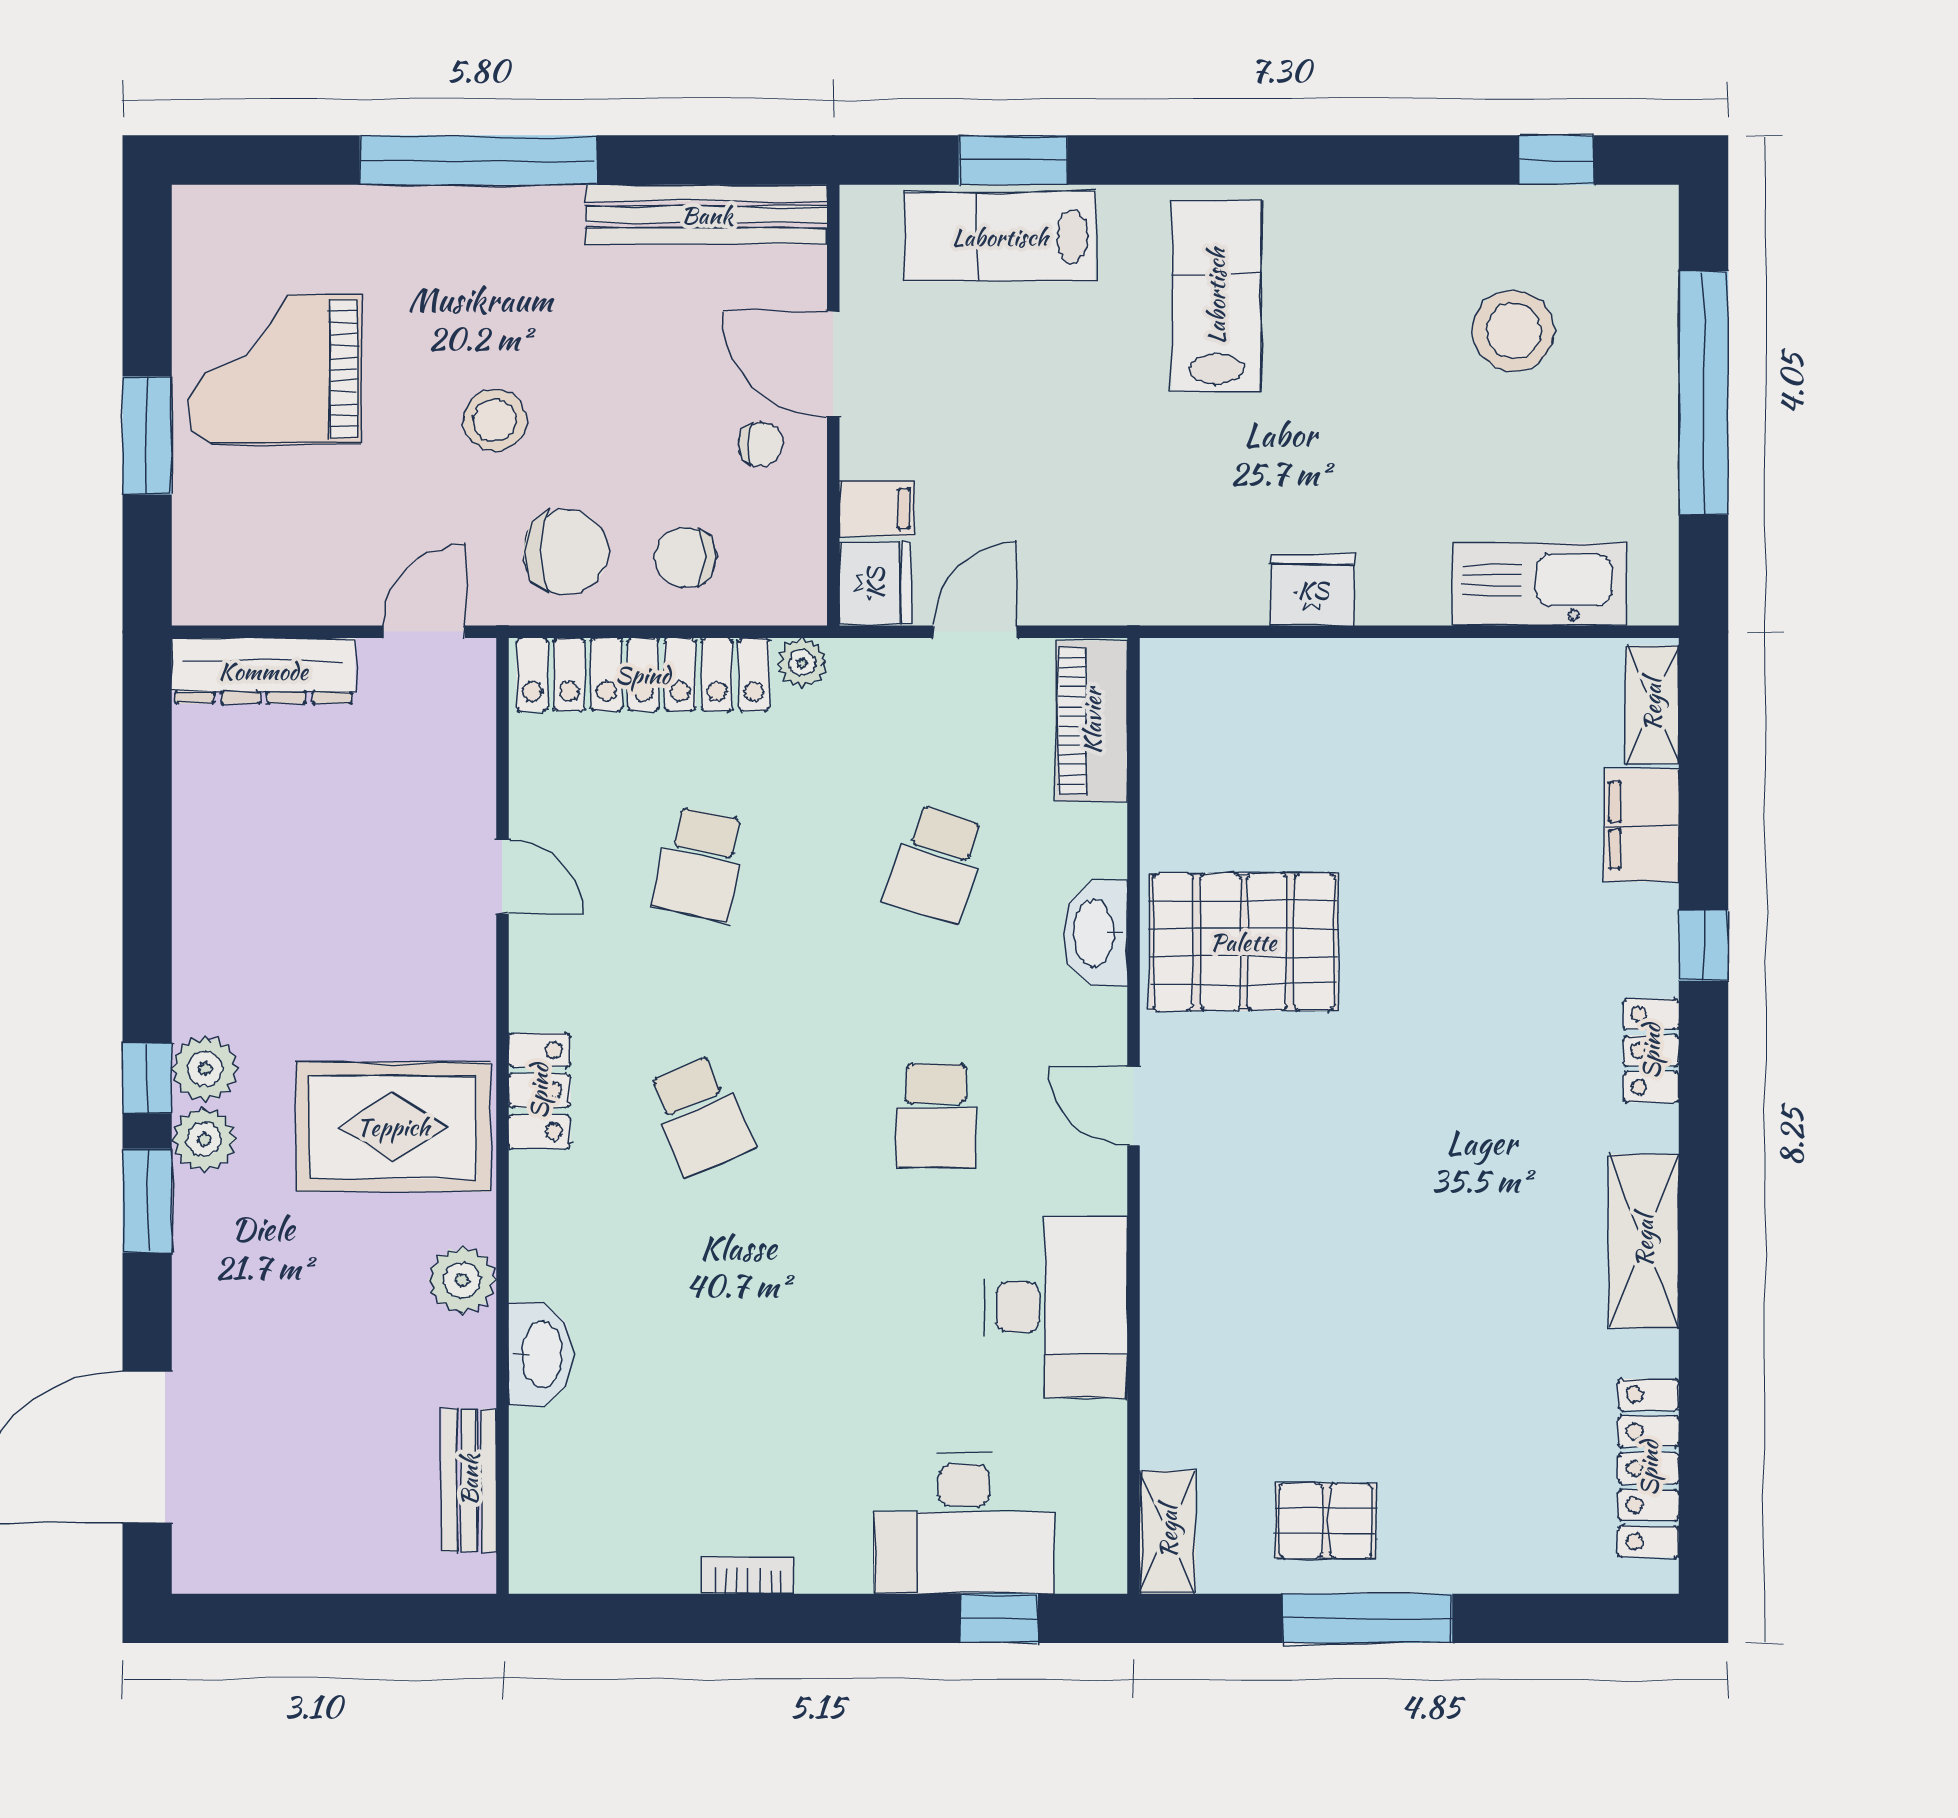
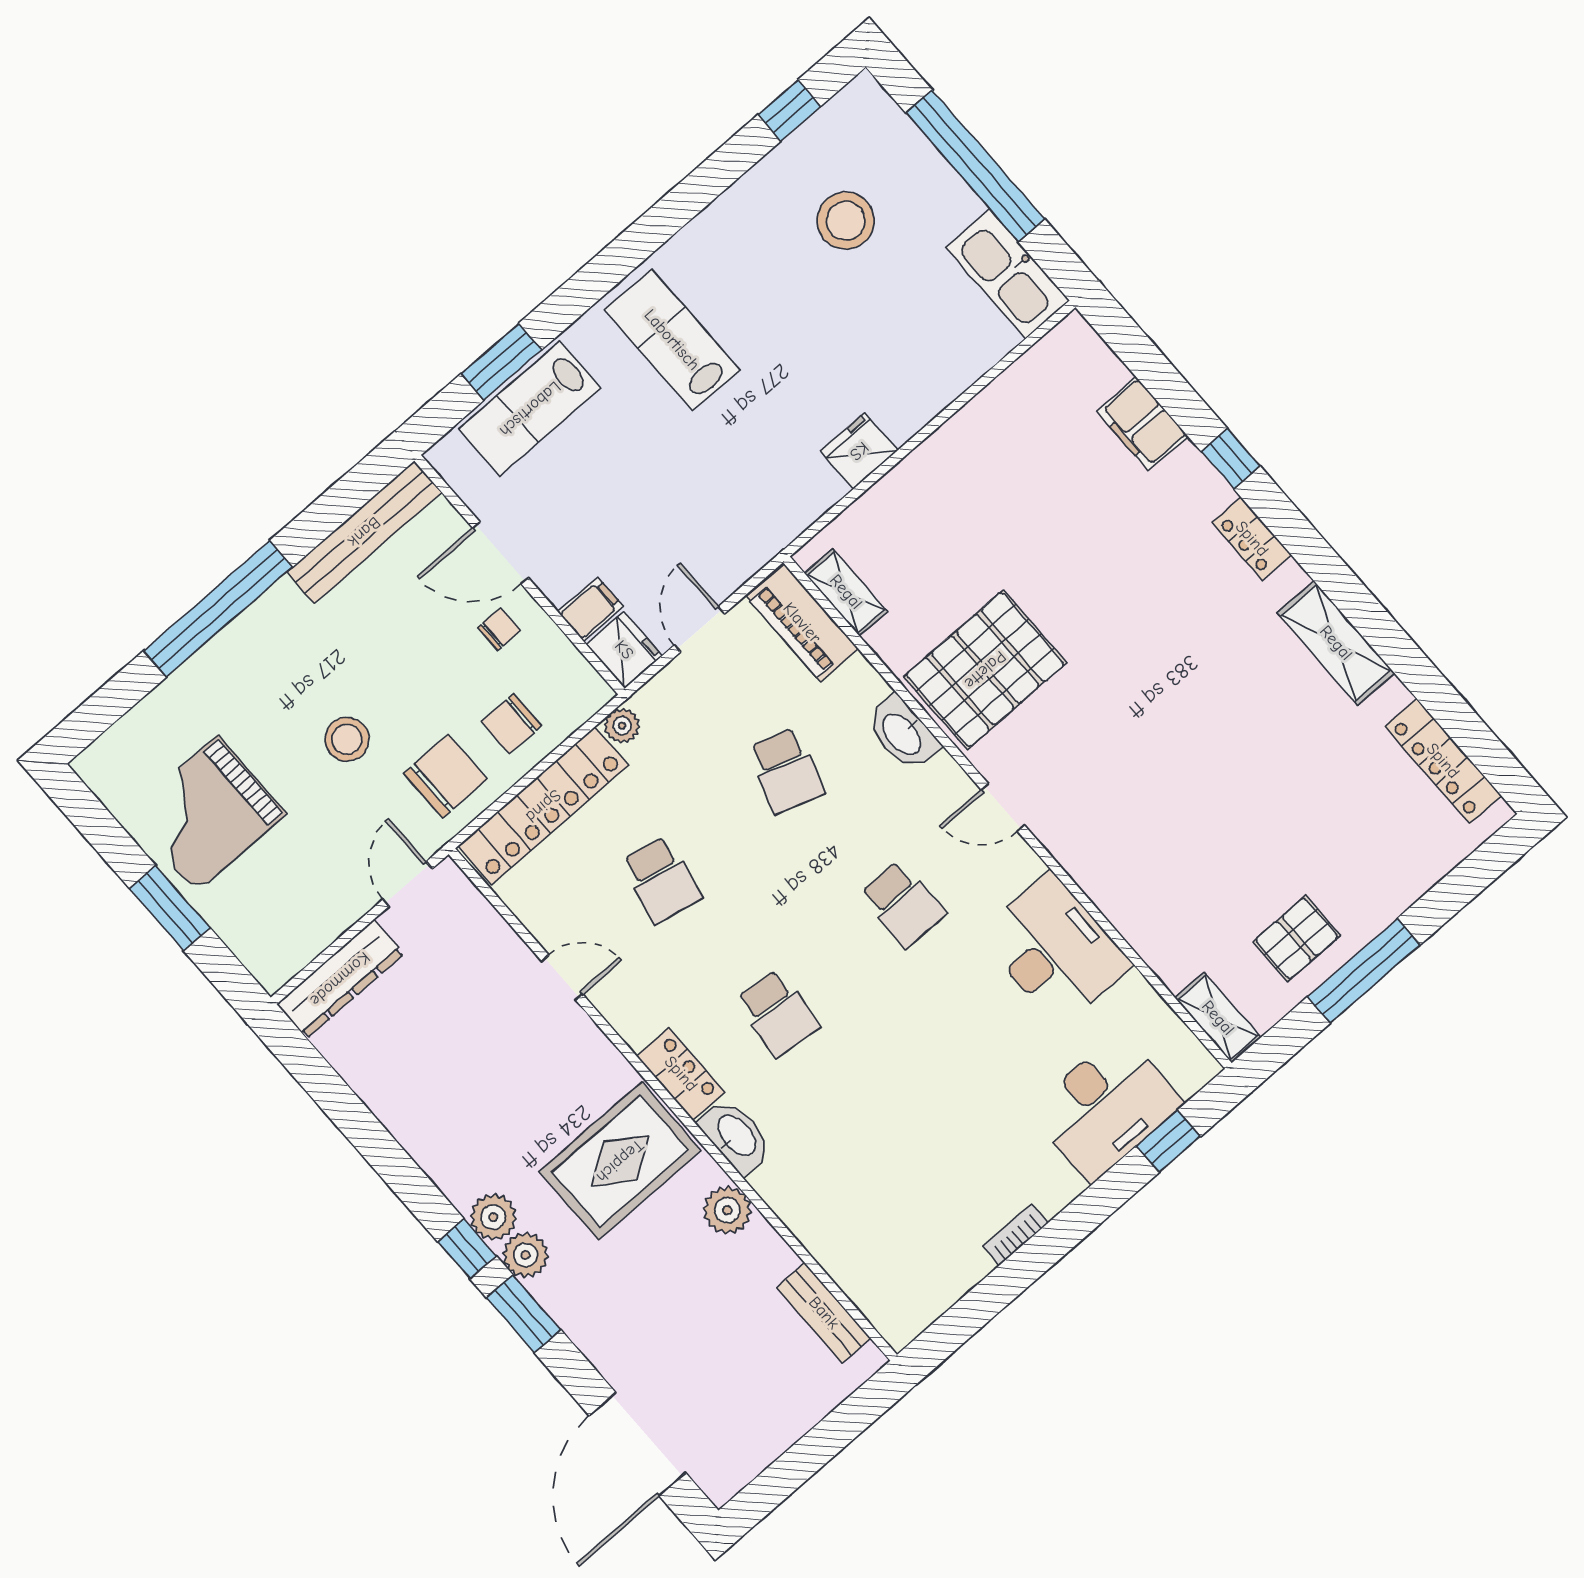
kitchen sink: (1539, 584) -> (1008, 274), moved, turned -90
shelving: (1652, 705) -> (846, 592), moved
school desk: (700, 1116) -> (778, 1013), turned 30
washbasin: (540, 1354) -> (736, 1136), moved

